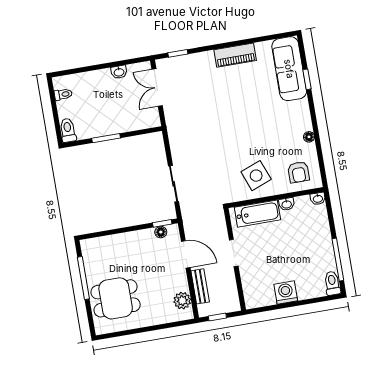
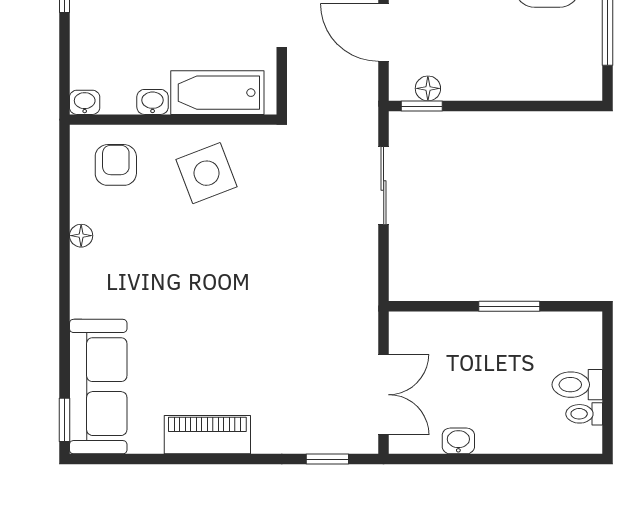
window: (307, 79) -> (64, 420), moved
toilet: (68, 130) -> (577, 385), moved, turned 90

